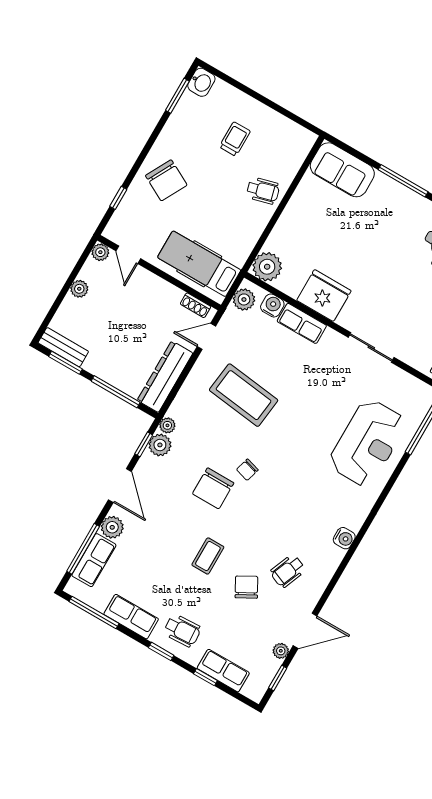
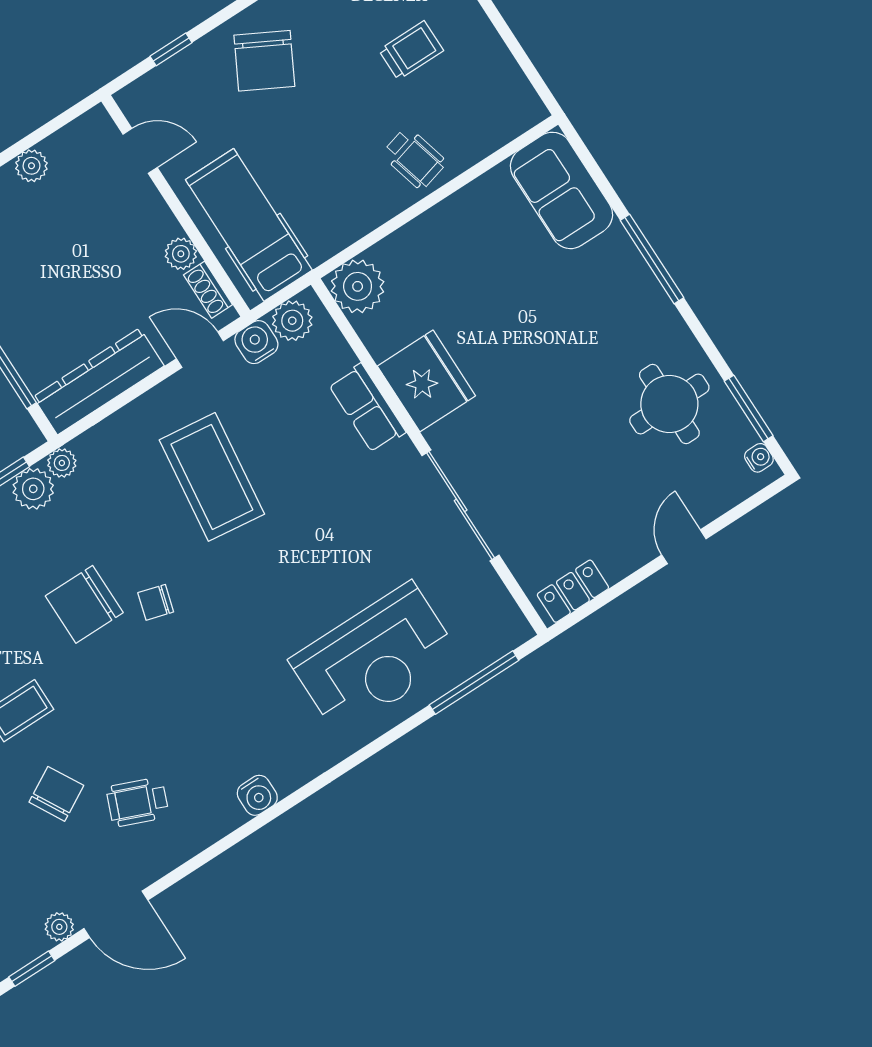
plant: (100, 252) -> (181, 254), moved
door: (128, 255) -> (140, 151), swing flipped
water cooler: (272, 305) -> (256, 342), moved, turned -90
sliding door: (371, 347) -> (461, 505), width x1.37

